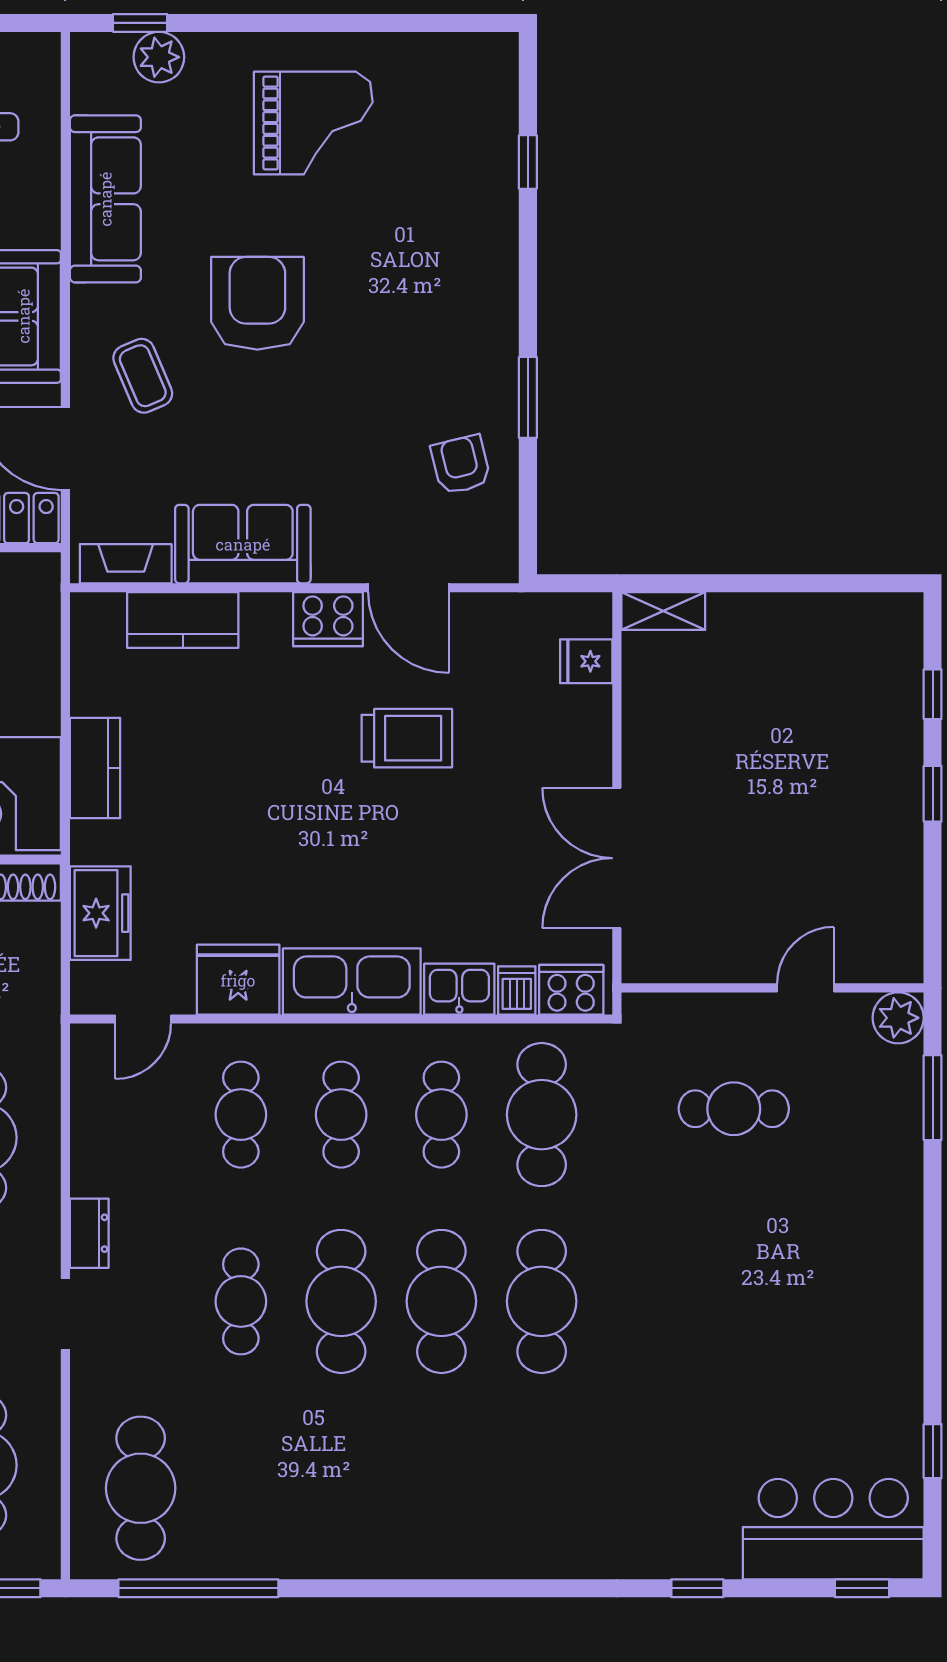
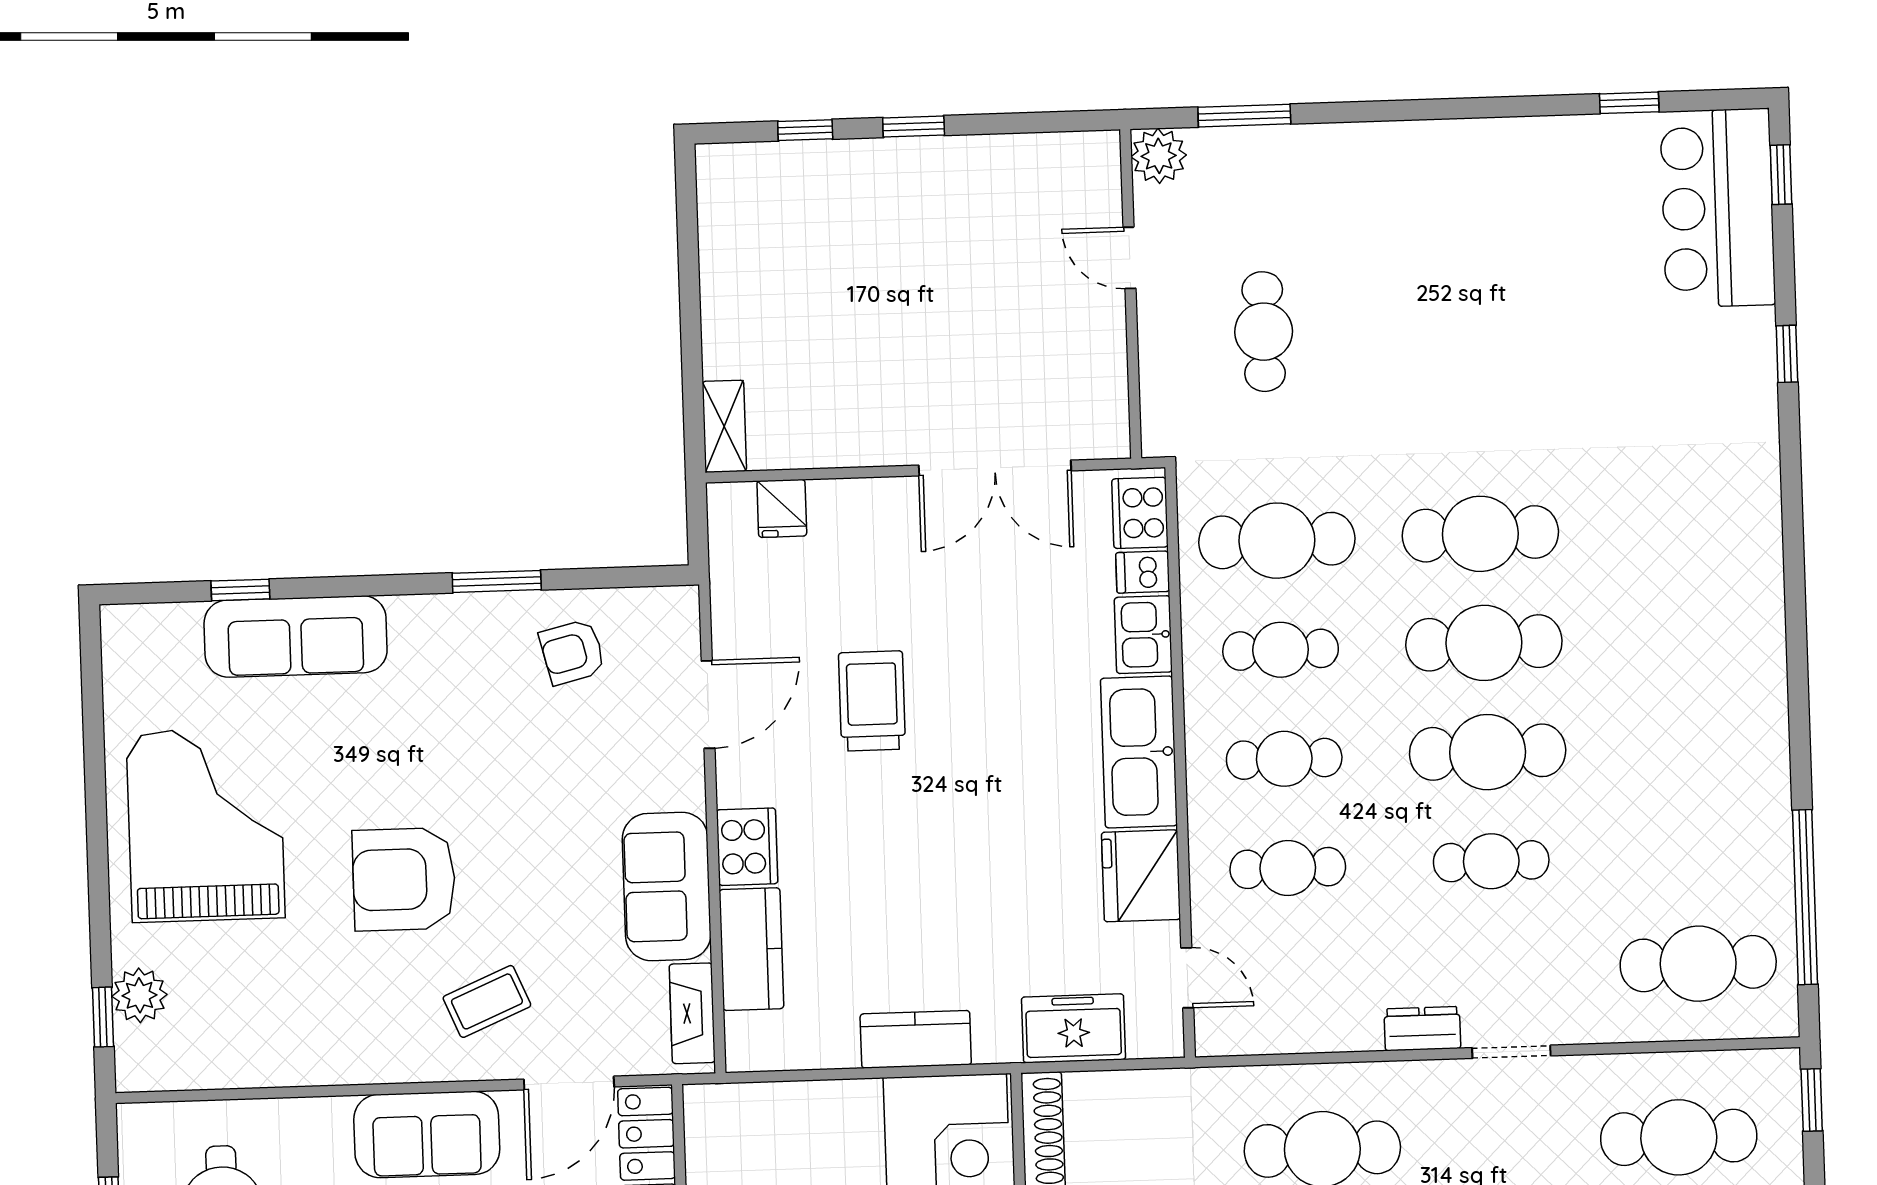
grand piano: (313, 123) -> (206, 825), width x1.37, depth x1.48
sofa: (105, 199) -> (296, 636), moved, turned 180
cooker: (328, 619) -> (747, 847), moved

